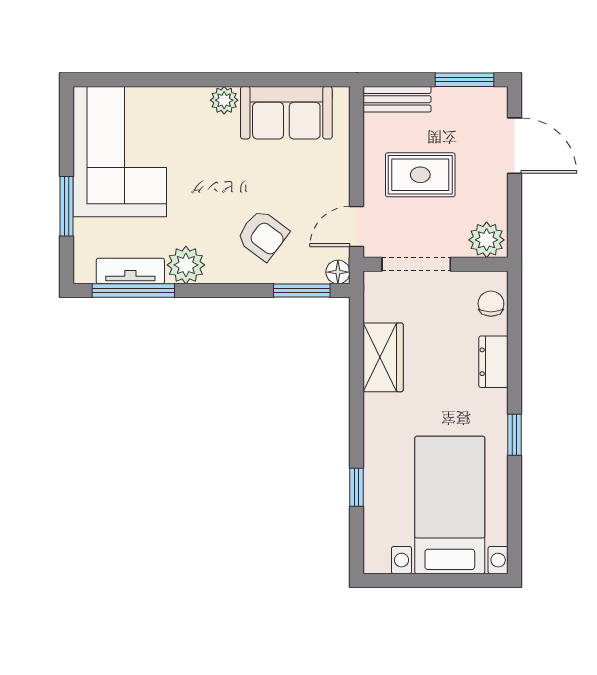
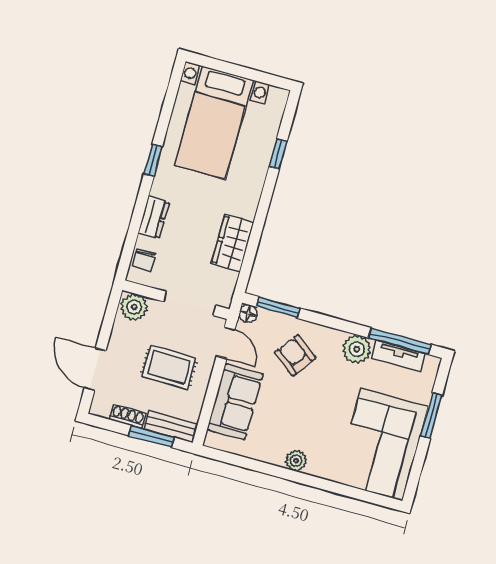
window: (465, 80) -> (151, 437), moved
shoe rack: (456, 97) -> (128, 416), added
sofa: (286, 113) -> (235, 402), moved, turned 90
door: (356, 227) -> (226, 343), hinge flipped

